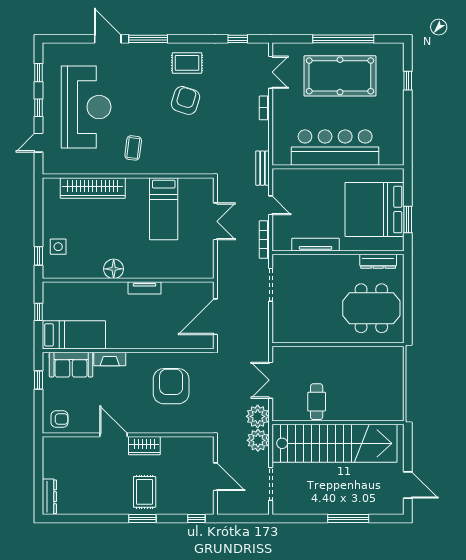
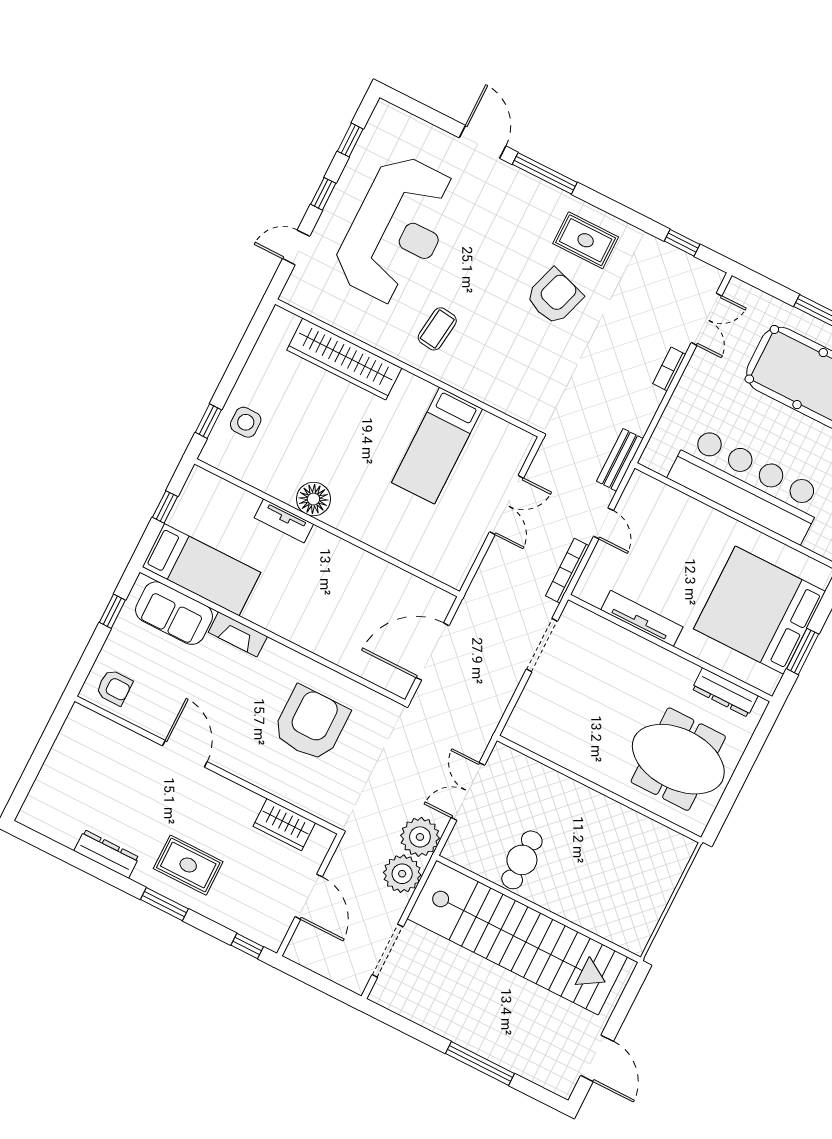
tv unit: (145, 288) -> (284, 521), moved
wardrobe: (144, 446) -> (284, 825), moved
rug: (145, 492) -> (188, 865), turned 90
dresser: (49, 497) -> (106, 854), moved, turned -90

